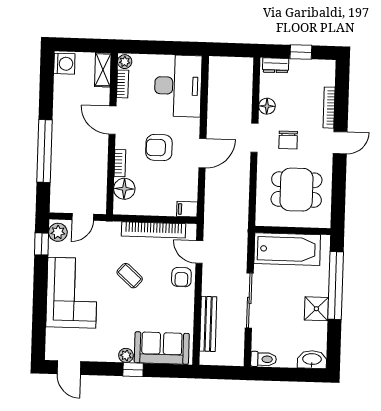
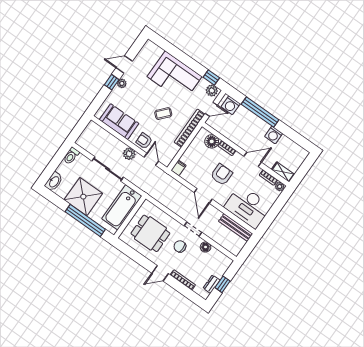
washing machine: (64, 64) -> (274, 135), moved
dresser: (276, 65) -> (212, 284), moved
door: (340, 143) -> (160, 273), hinge flipped
dining table: (296, 190) -> (150, 233), turned 90
washing machine: (61, 195) -> (231, 105), added
door: (83, 217) -> (211, 109), swing flipped
bookcase: (154, 230) -> (189, 128), moved
door: (199, 252) -> (151, 159), hinge flipped
plant: (211, 285) -> (129, 154), added
shower: (316, 309) -> (83, 197), width x1.86, depth x1.86
bench: (208, 324) -> (236, 227), moved
sofa: (162, 348) -> (119, 122), moved, turned -90
door: (69, 368) -> (124, 65), moved

